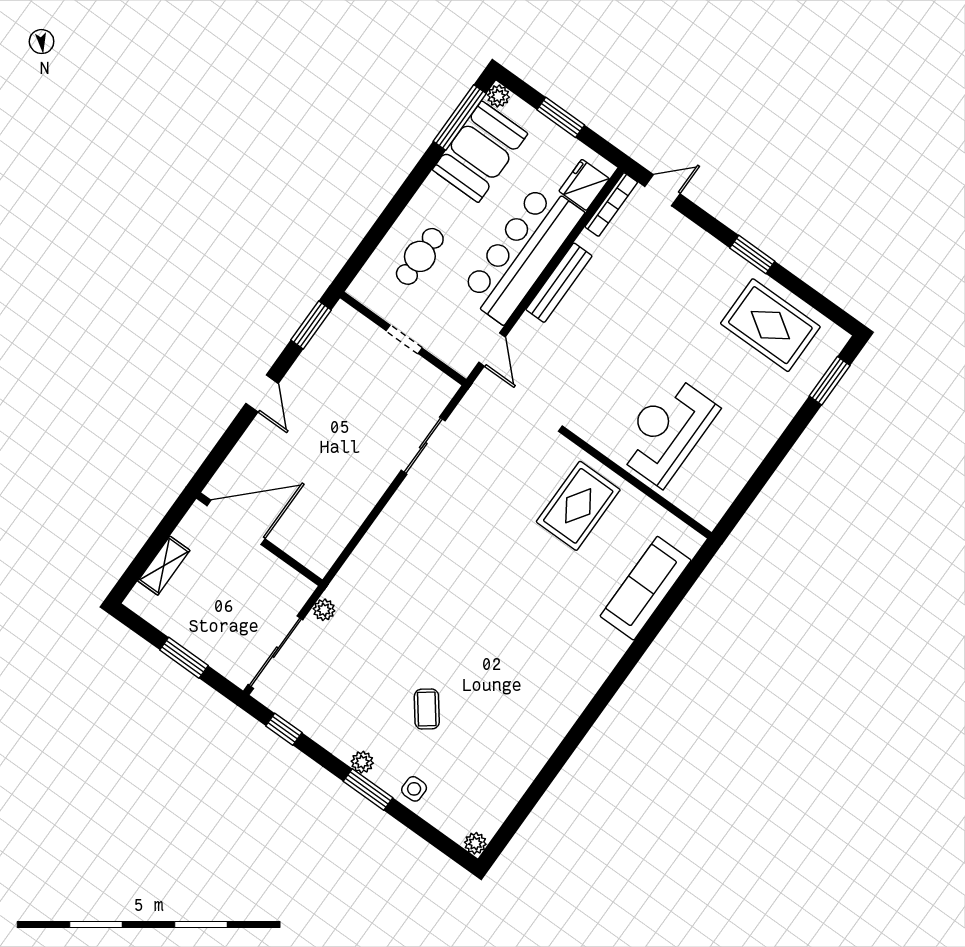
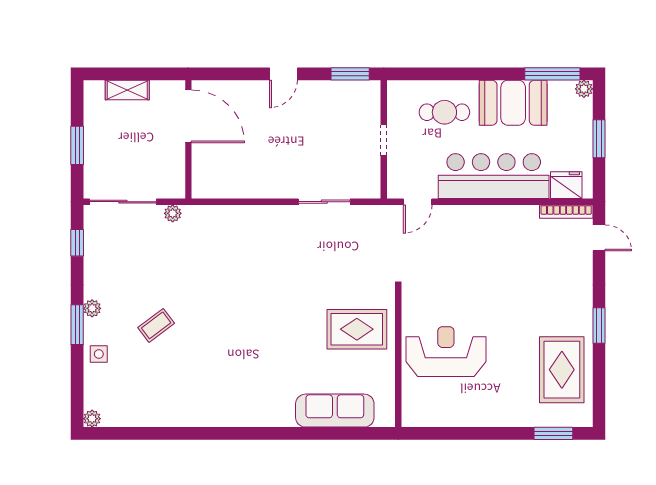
booth: (480, 152) -> (513, 103), moved
bench: (559, 283) -> (492, 214), removed

